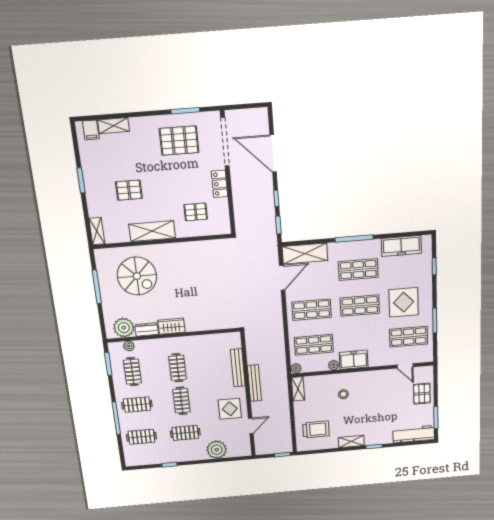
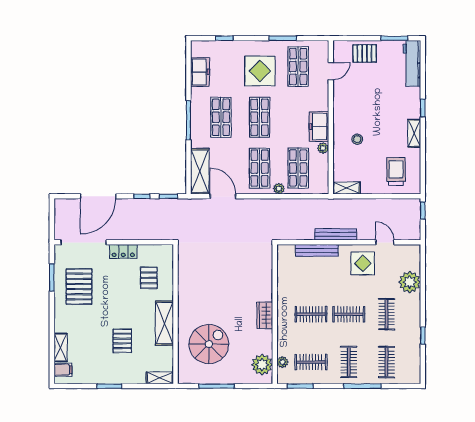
freezer: (401, 246) -> (200, 72), width x0.71
dresser: (147, 329) -> (266, 341), removed
plant: (296, 368) -> (279, 189), moved

